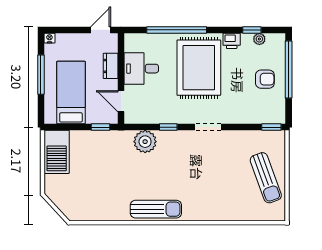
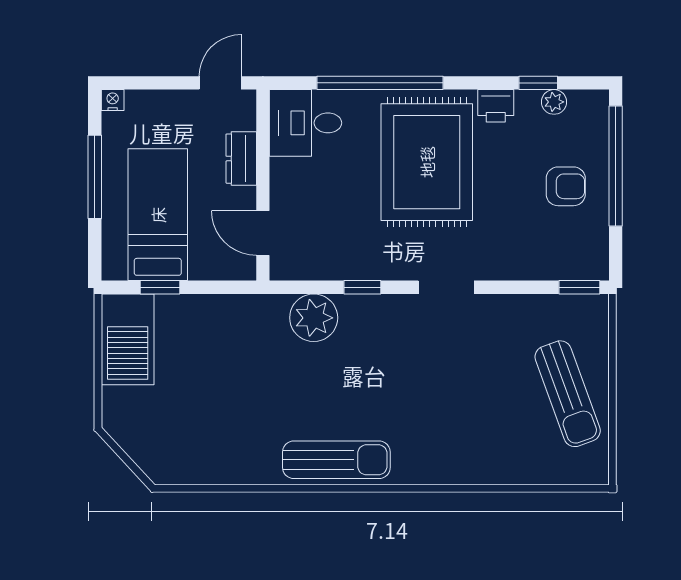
desk: (141, 69) -> (306, 123), moved
window: (100, 127) -> (160, 287), moved

